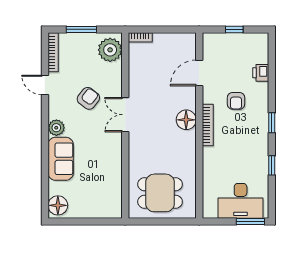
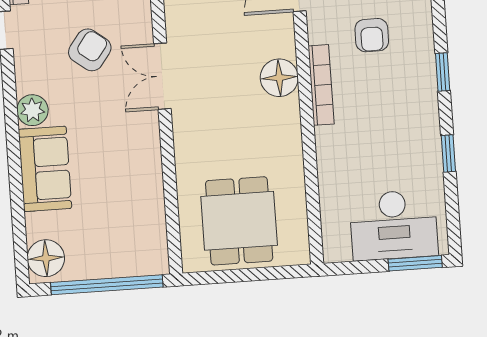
dining table: (160, 193) -> (239, 221), turned 90
window: (89, 221) -> (107, 285), added

